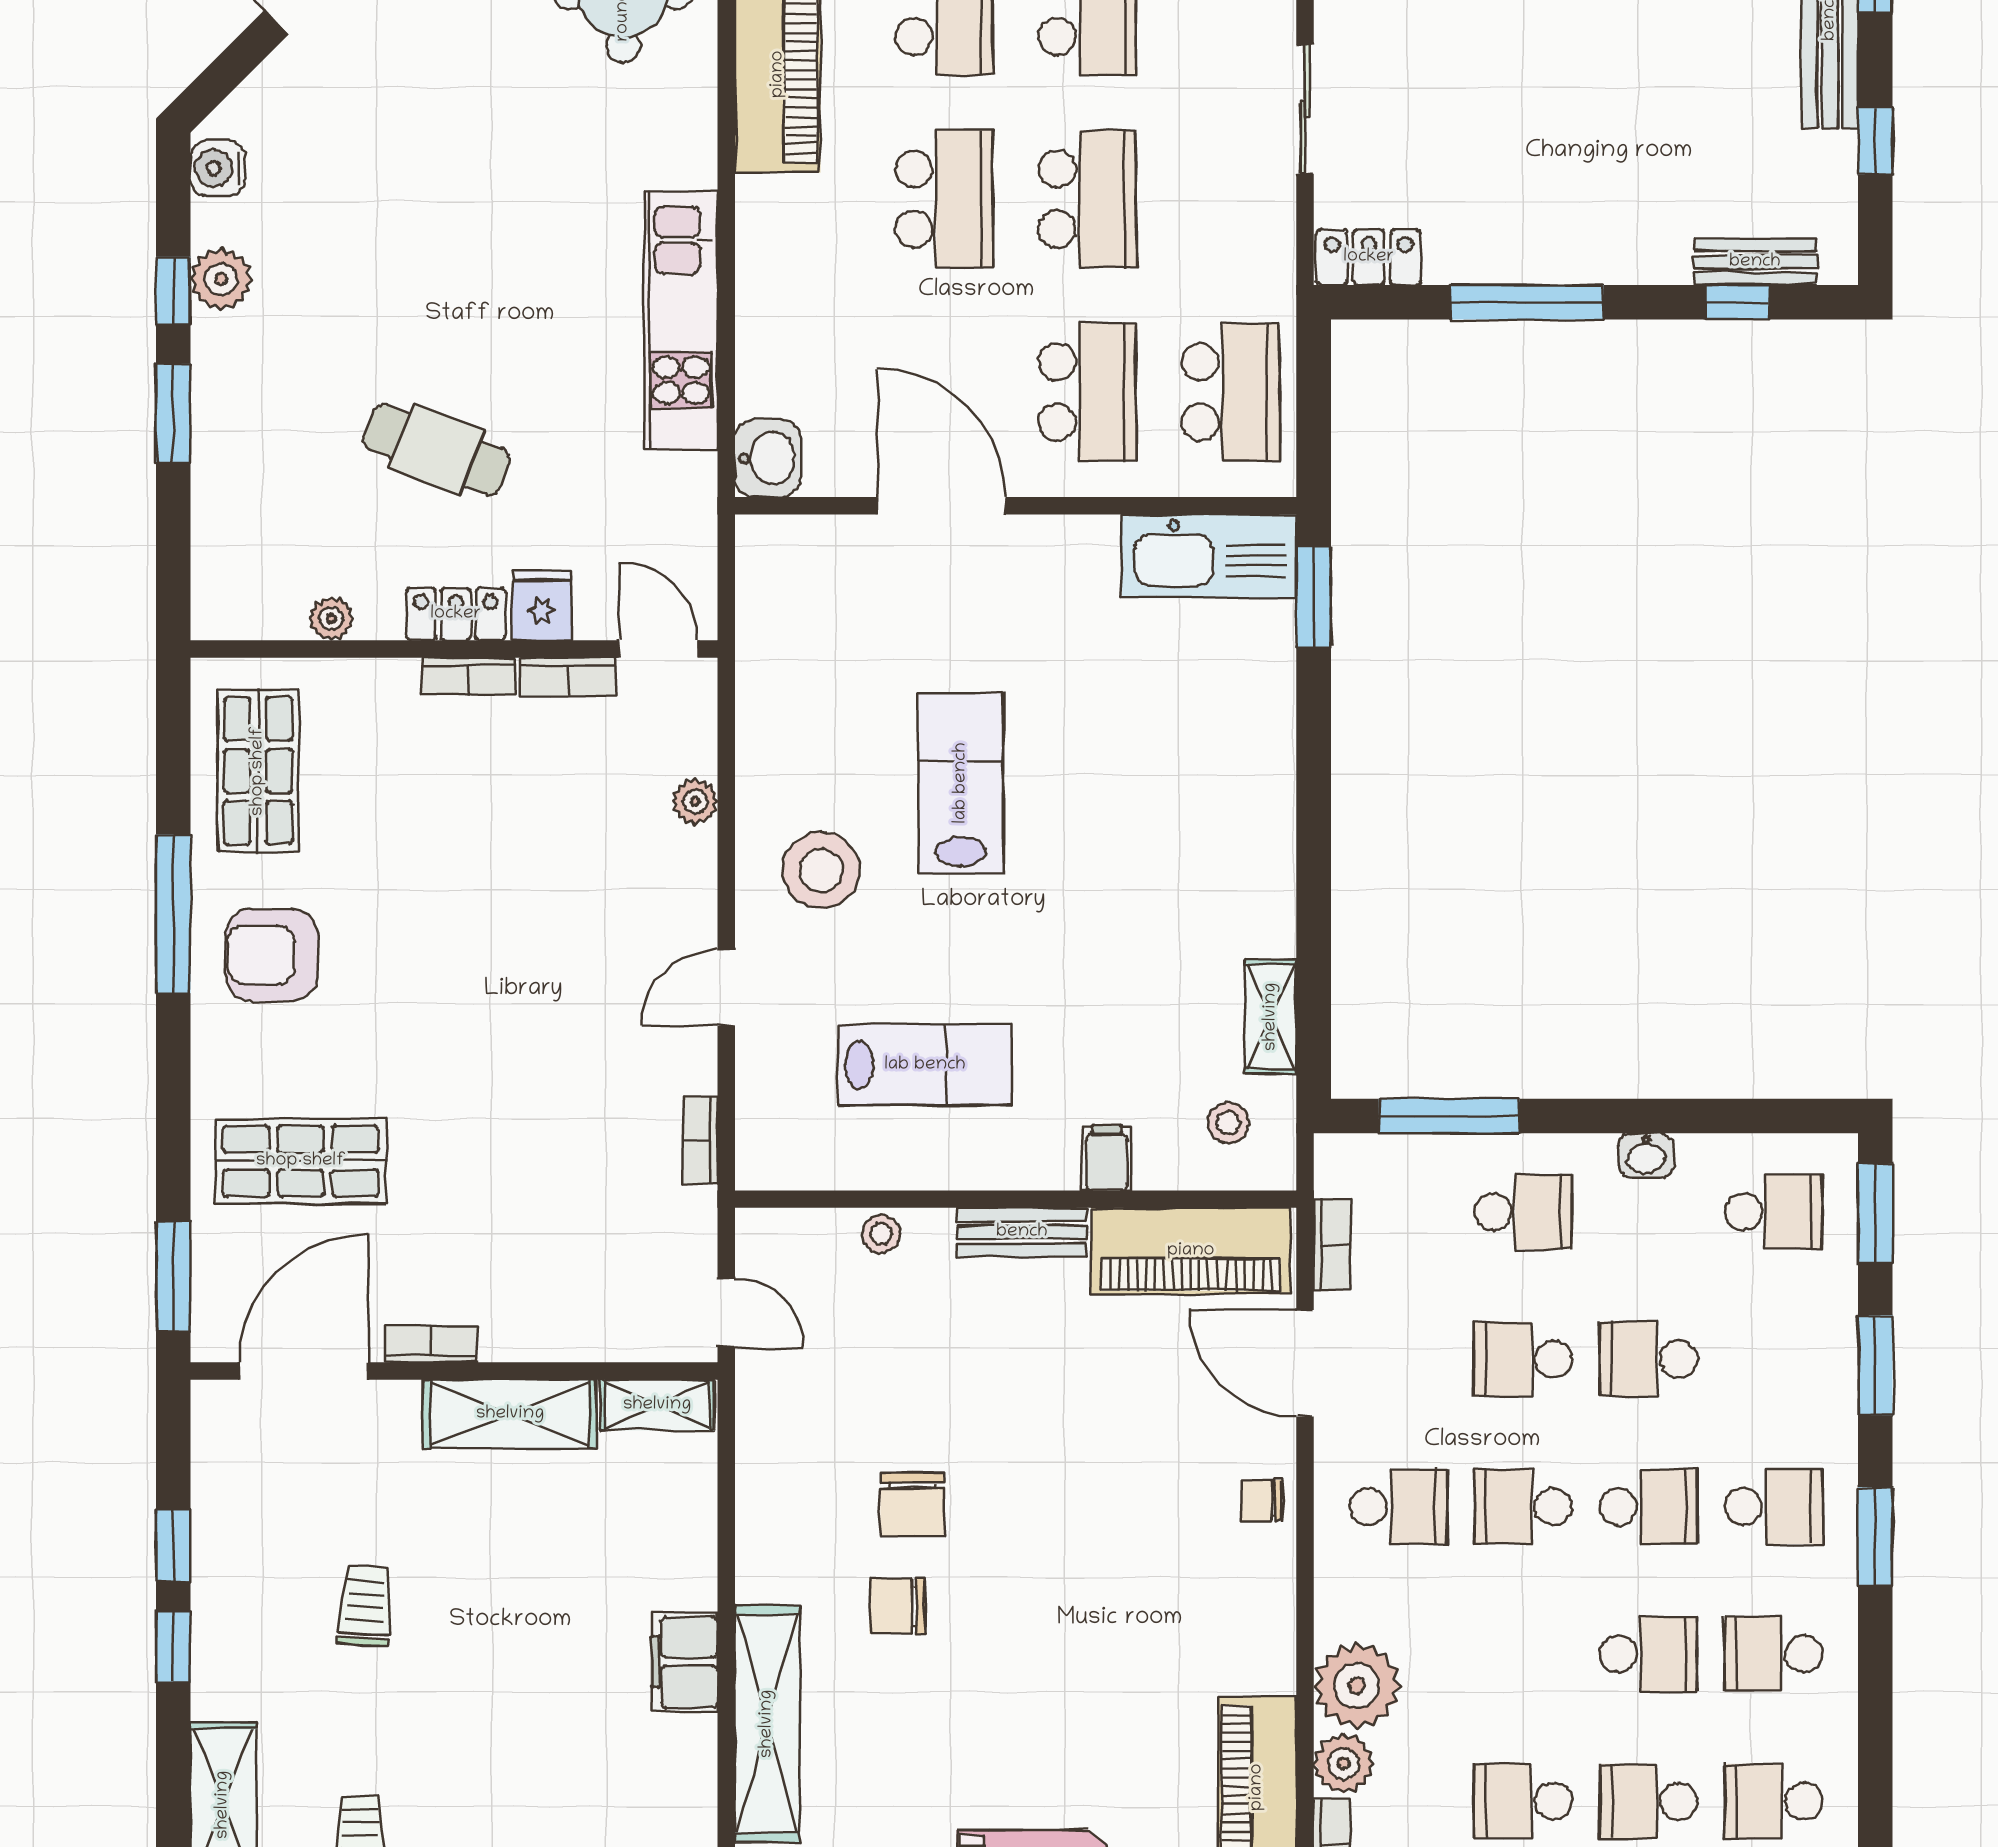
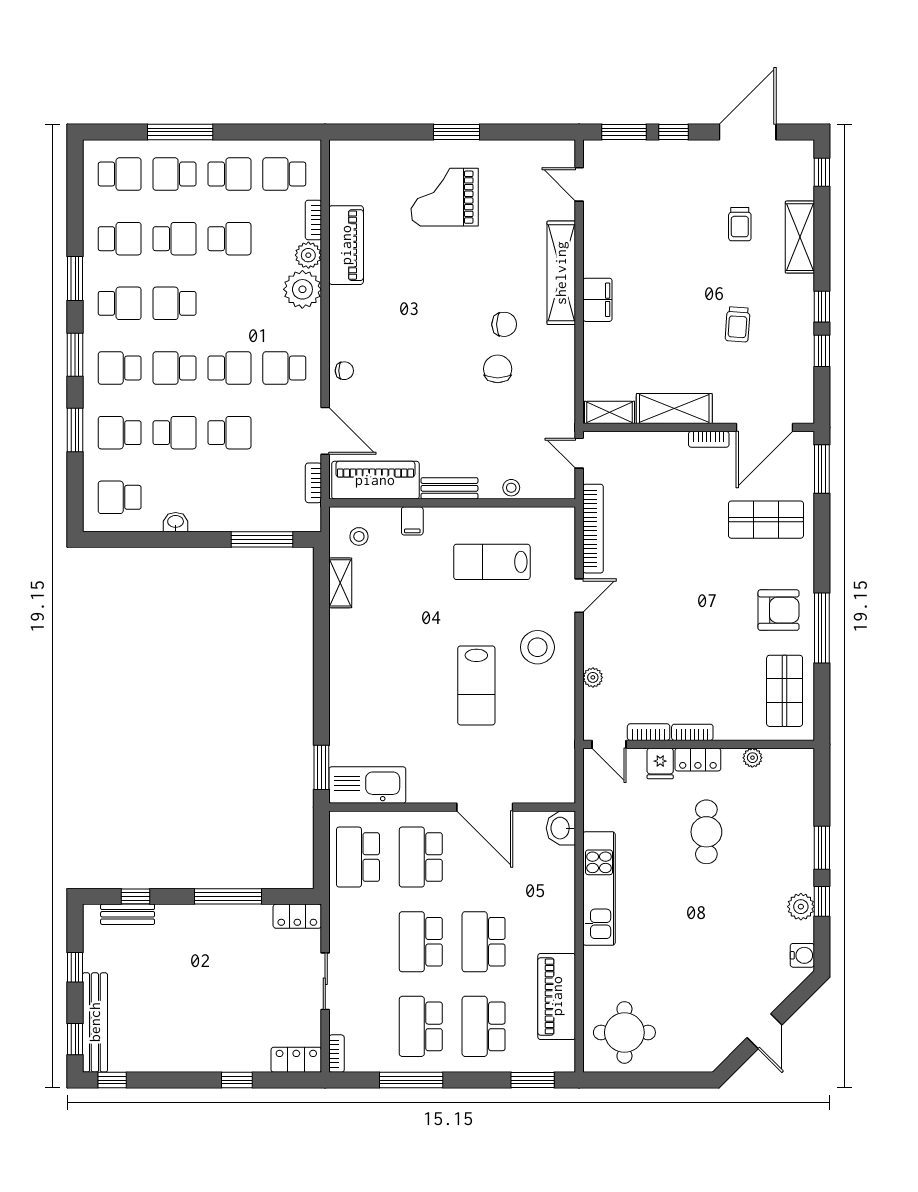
cafe table: (436, 449) -> (706, 832), turned 69
bookcase: (700, 1141) -> (593, 529), width x2.31, depth x1.31
school desk: (1523, 1212) -> (120, 433), moved
window: (1875, 1214) -> (75, 278), moved

